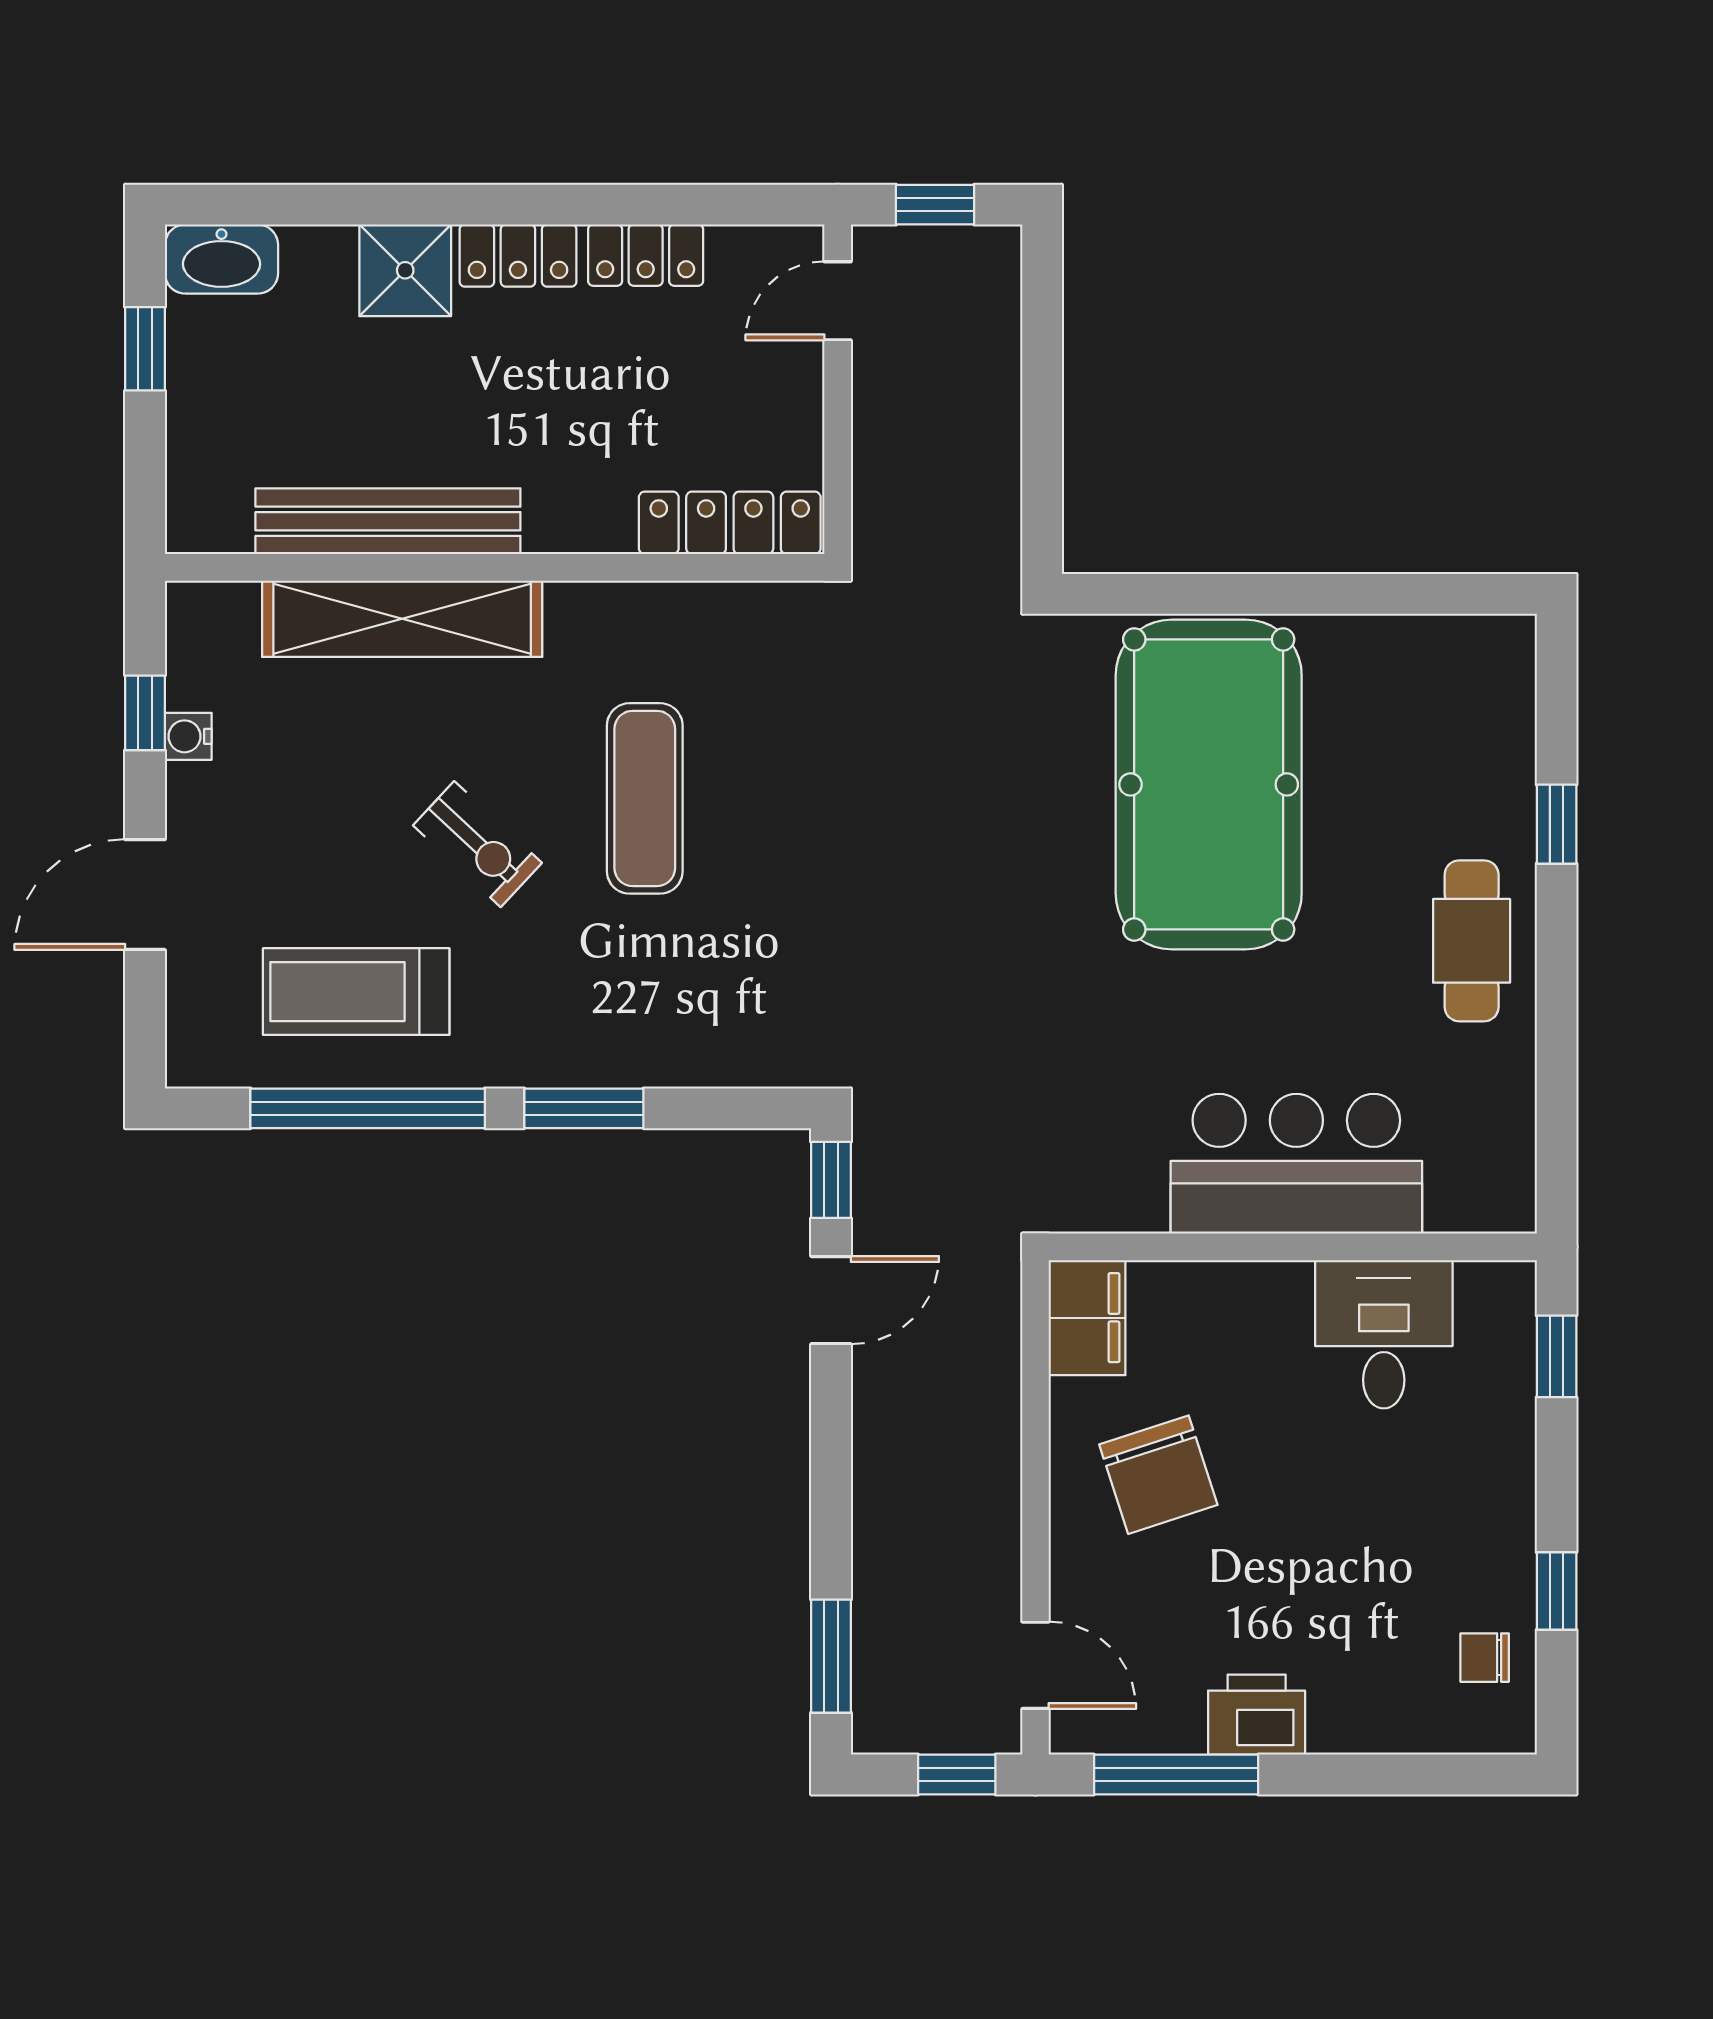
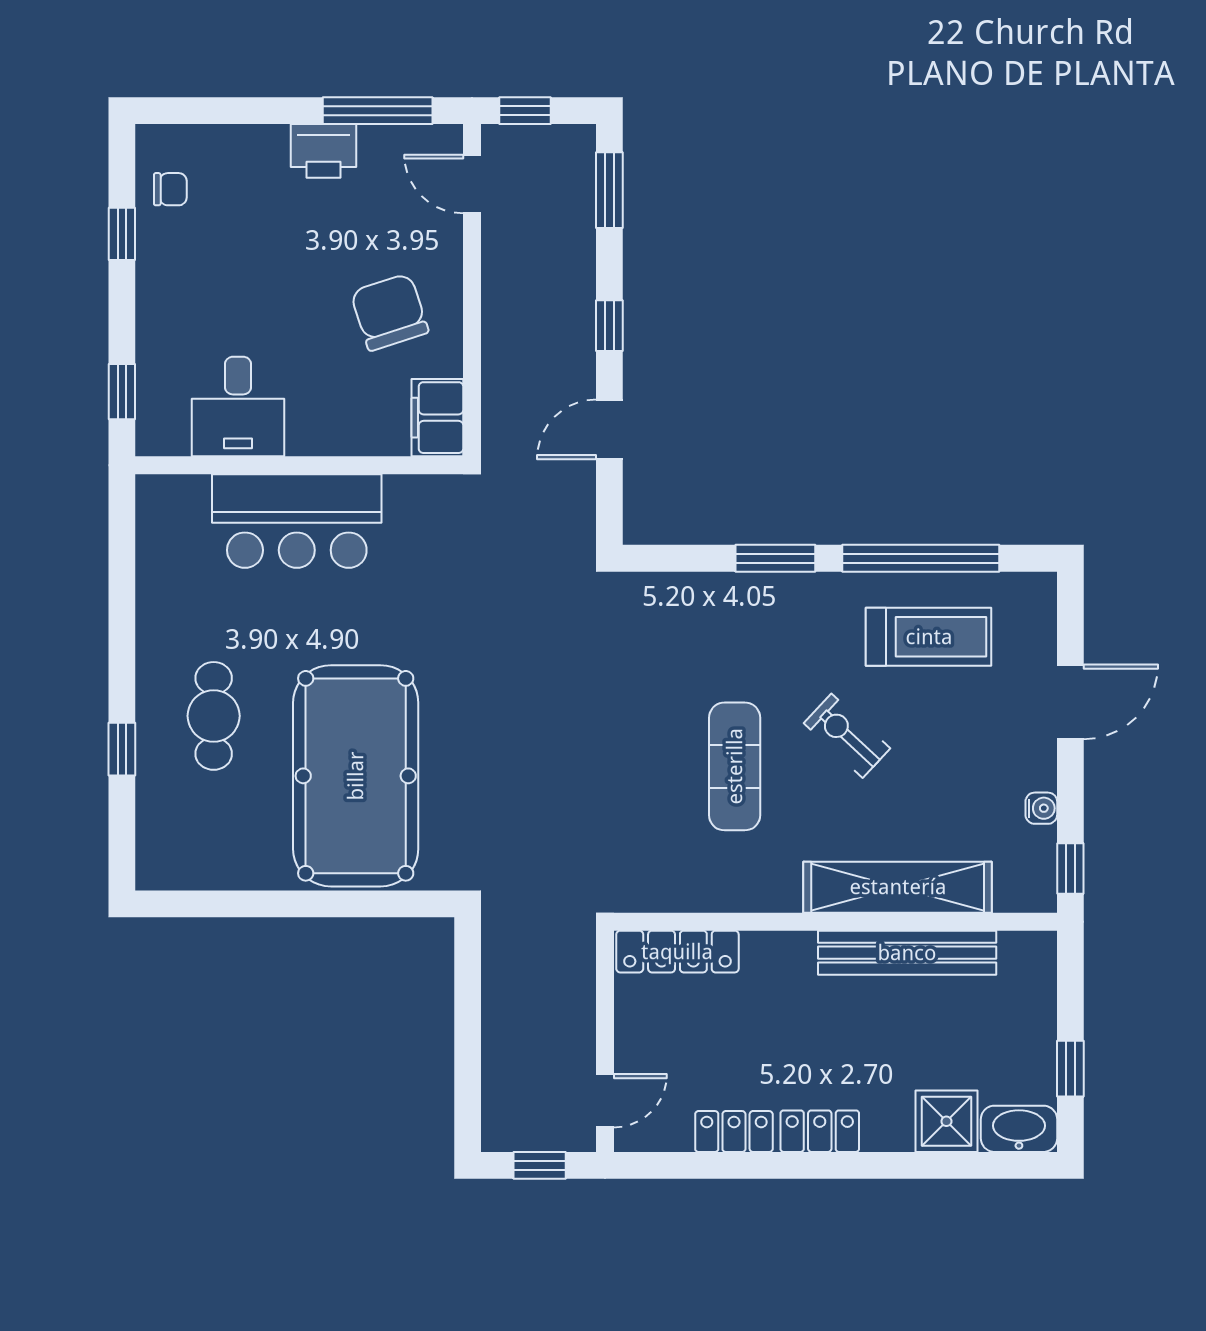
shower: (405, 270) -> (946, 1121), moved
window: (145, 713) -> (1070, 868), moved
cafe table: (1472, 941) -> (214, 716), moved
window: (831, 1180) -> (609, 326), moved

